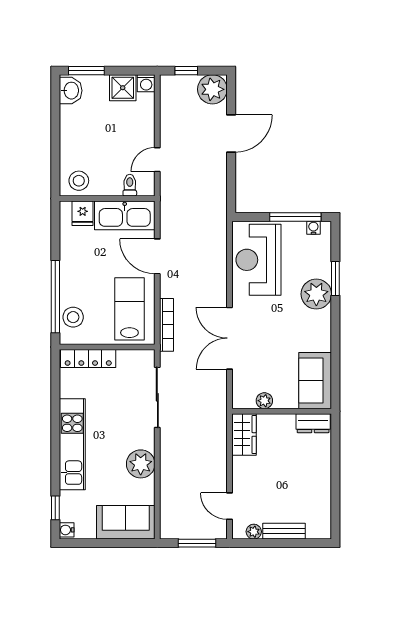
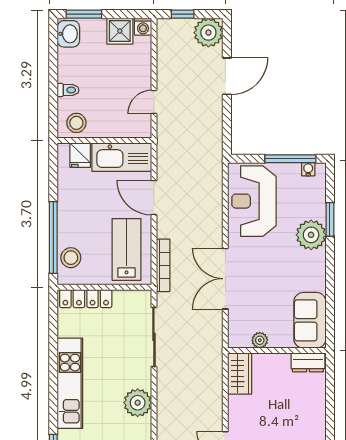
toilet: (130, 185) -> (68, 90), moved, turned 90

